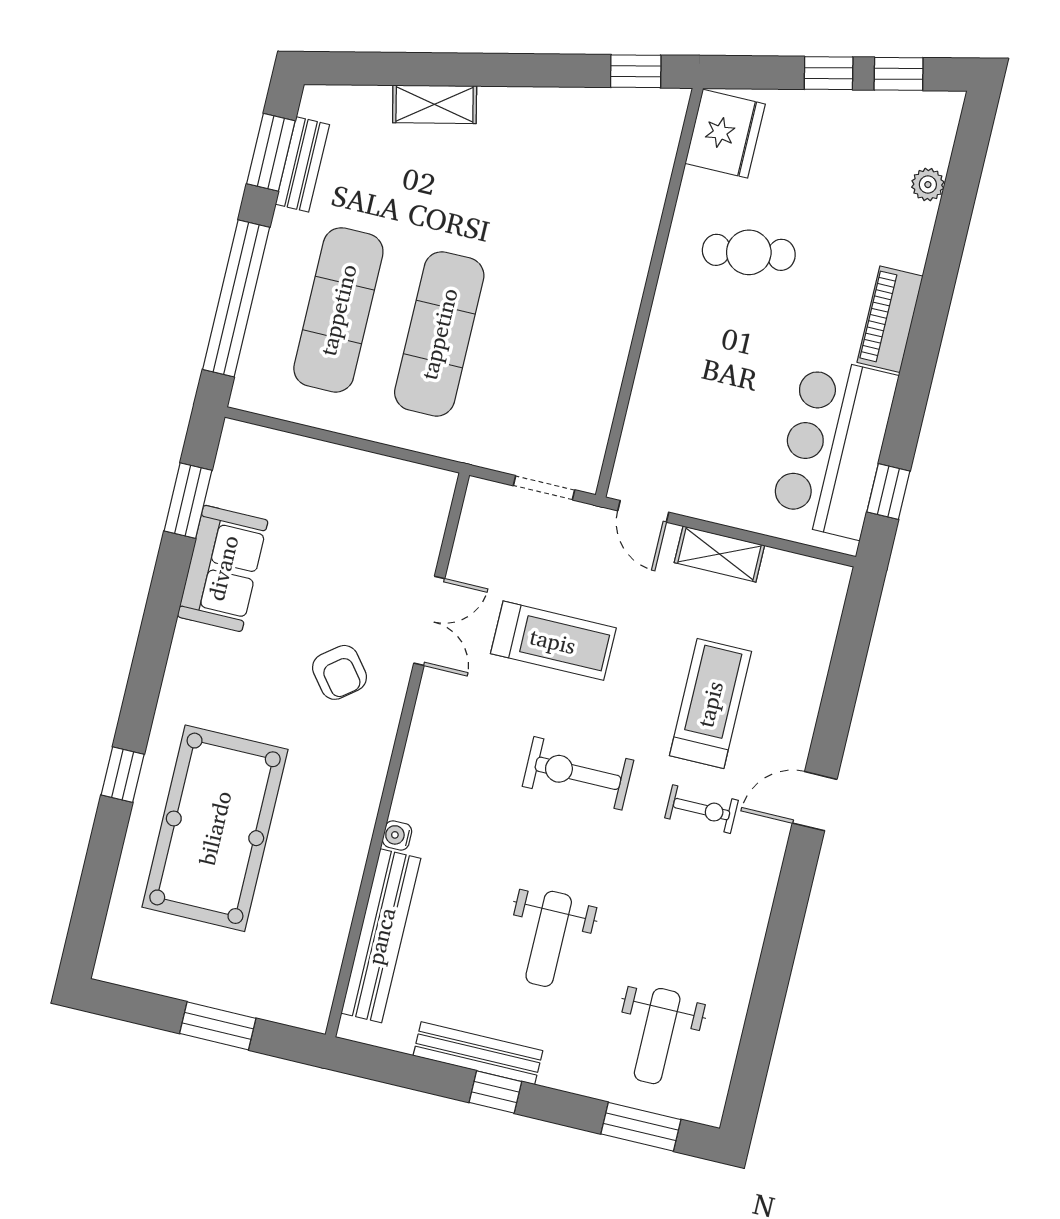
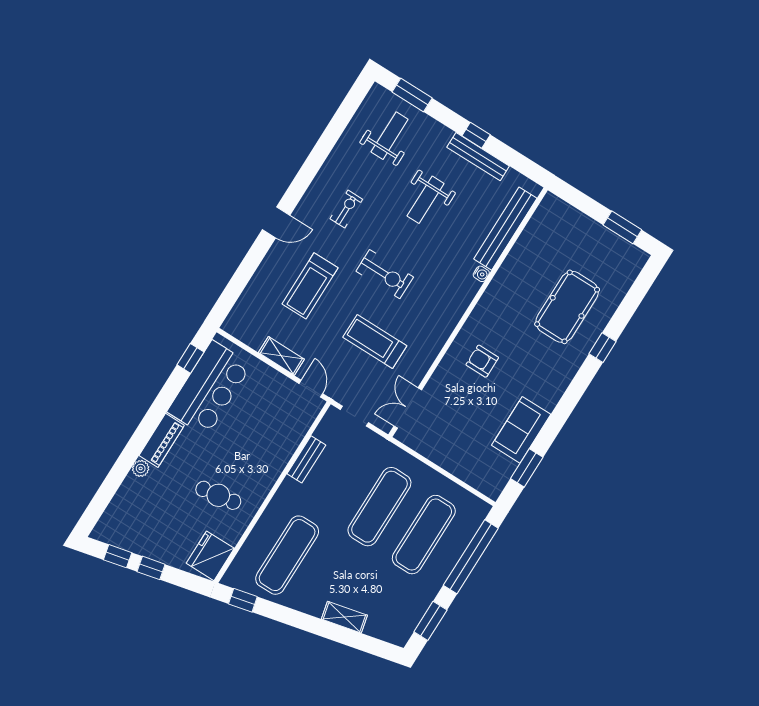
bench: (302, 164) -> (306, 459), moved
exercise mat: (582, 184) -> (287, 555), added
plant: (928, 185) -> (141, 468), moved
double door: (429, 621) -> (408, 408), moved
armchair: (339, 672) -> (482, 361), turned -52
exercise bike: (702, 809) -> (346, 209), moved, turned 90
pool table: (215, 828) -> (567, 307), width x0.73, depth x0.76
weight bench: (549, 939) -> (426, 200), turned 180
window: (218, 1026) -> (622, 227), moved

